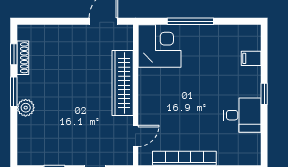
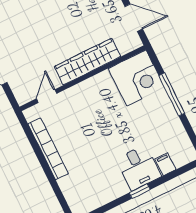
desk: (242, 115) -> (139, 168), moved
door: (136, 136) -> (47, 96), swing flipped

